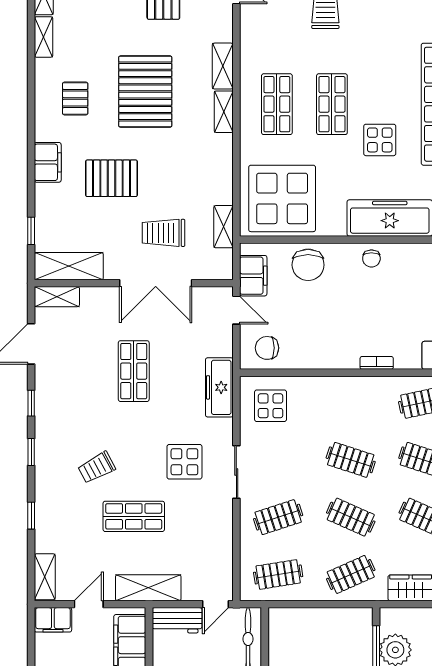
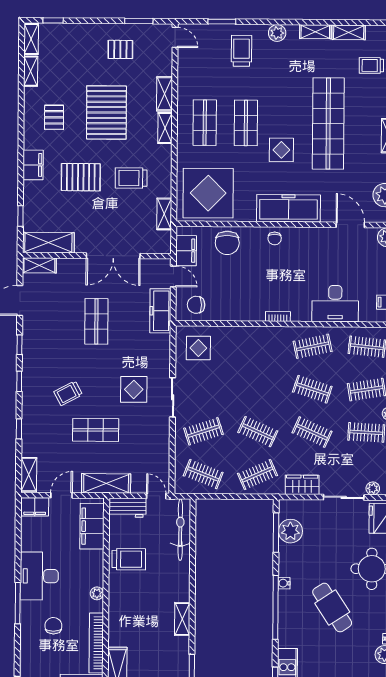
trolley: (164, 233) -> (131, 178), moved
freezer: (219, 387) -> (160, 311), moved
clothes rail: (351, 460) -> (258, 389), removed
clothes rail: (278, 574) -> (203, 474), turned 30
door: (216, 604) -> (156, 496), swing flipped

